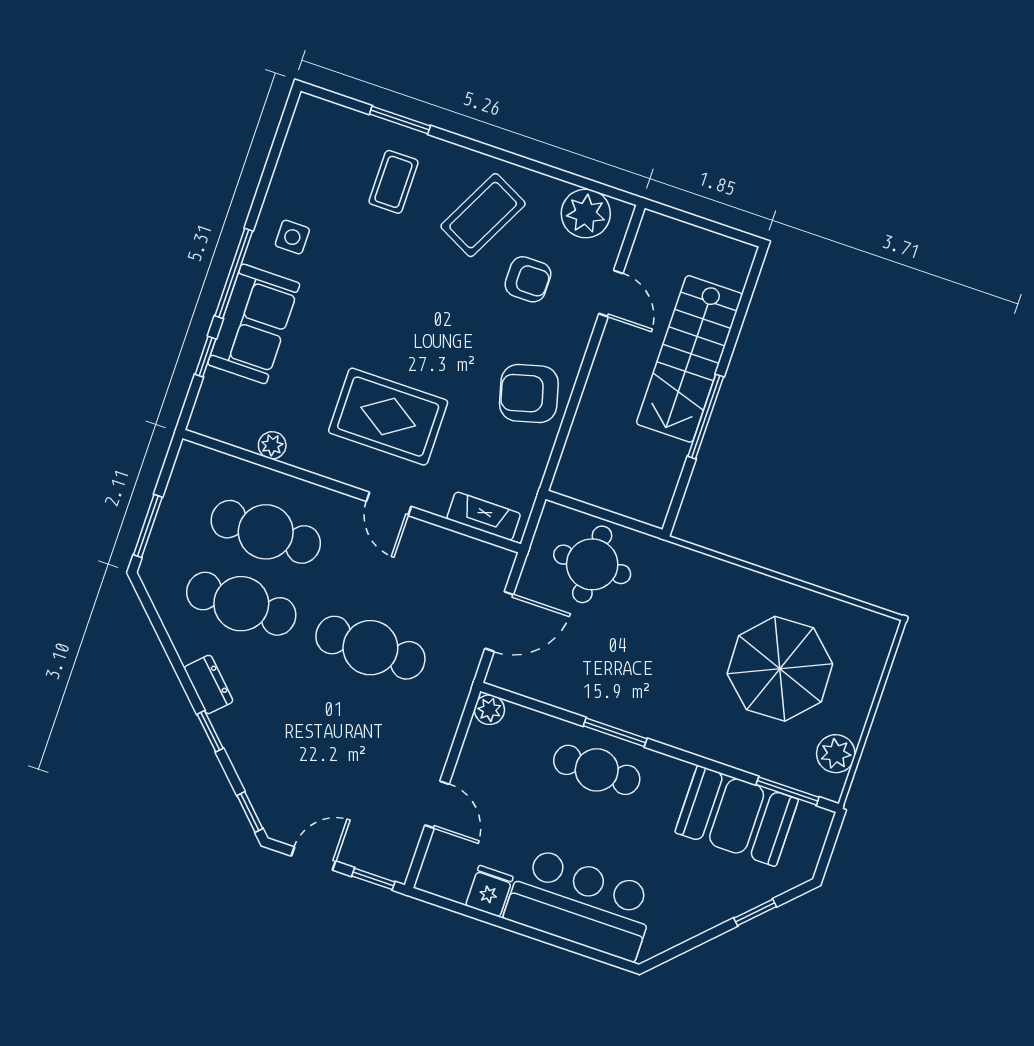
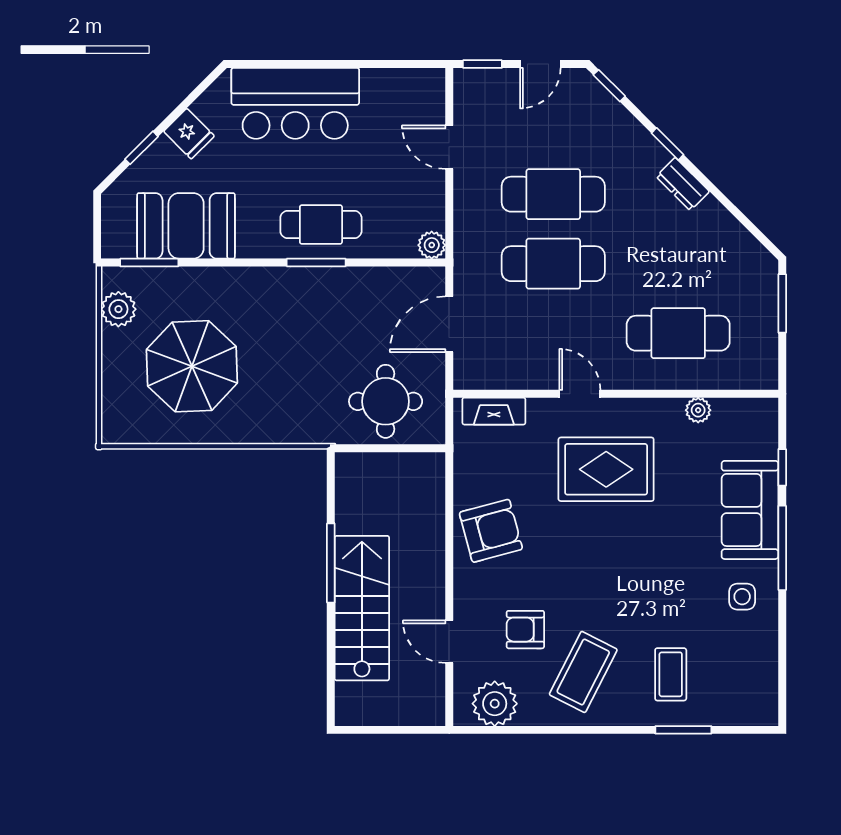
cafe table: (241, 604) -> (553, 194), moved
fridge: (489, 891) -> (189, 134), moved, turned -45

